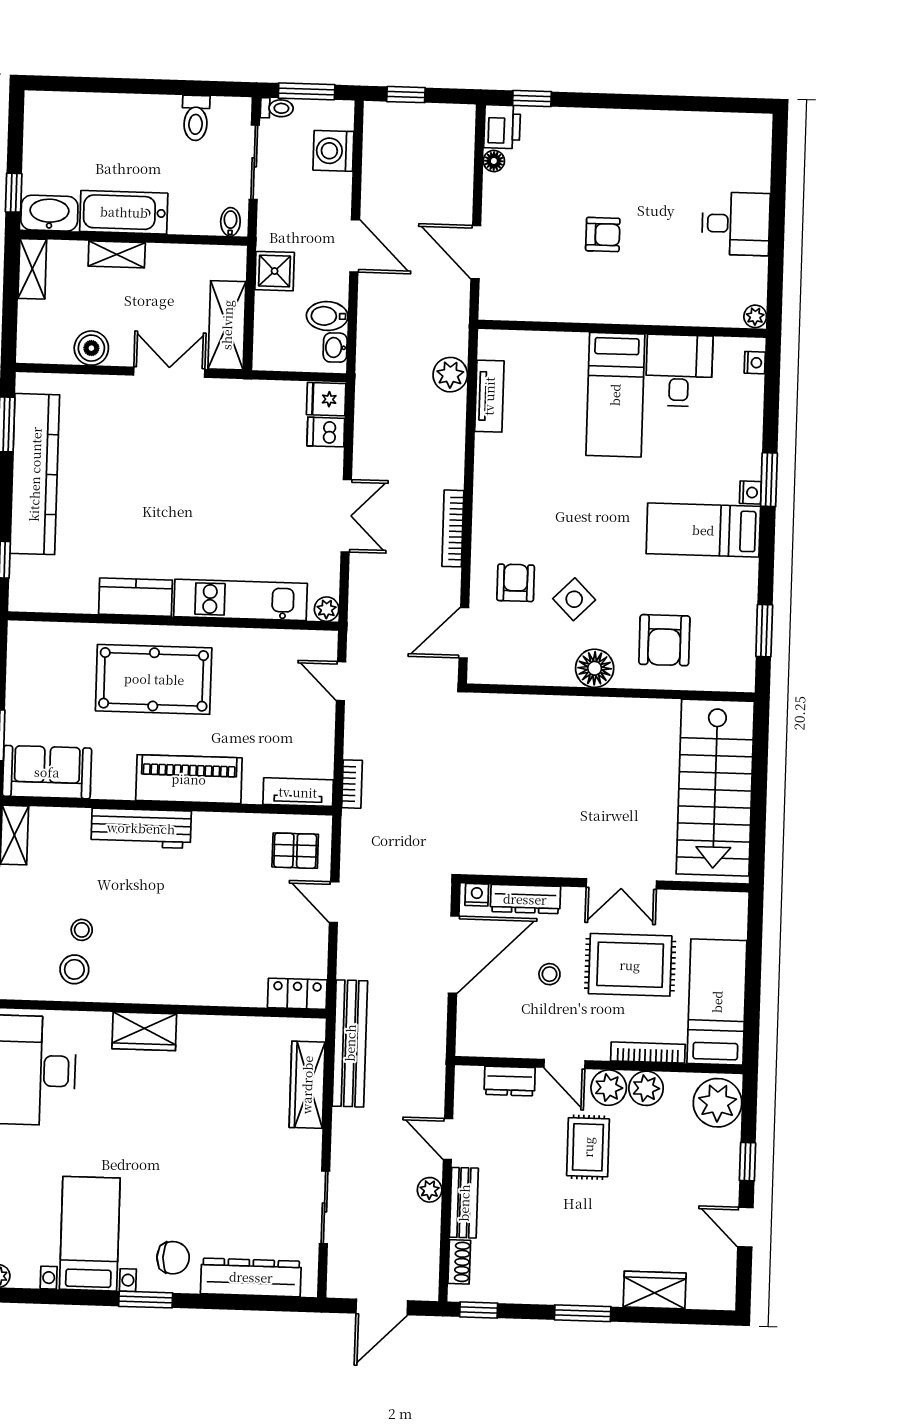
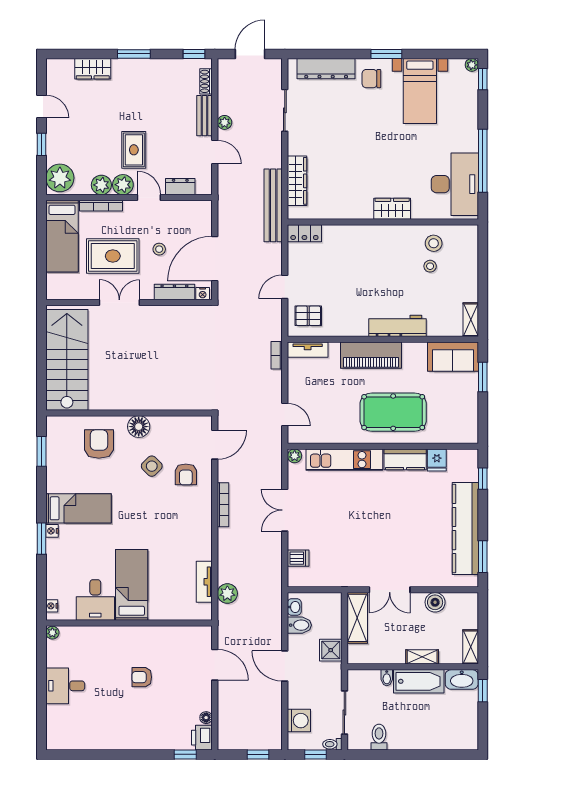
window: (307, 91) -> (315, 754), width x0.67
bidet: (230, 222) -> (387, 678), moved
fridge: (326, 399) -> (437, 460), moved, turned 90
door: (334, 902) -> (285, 287), swing flipped

